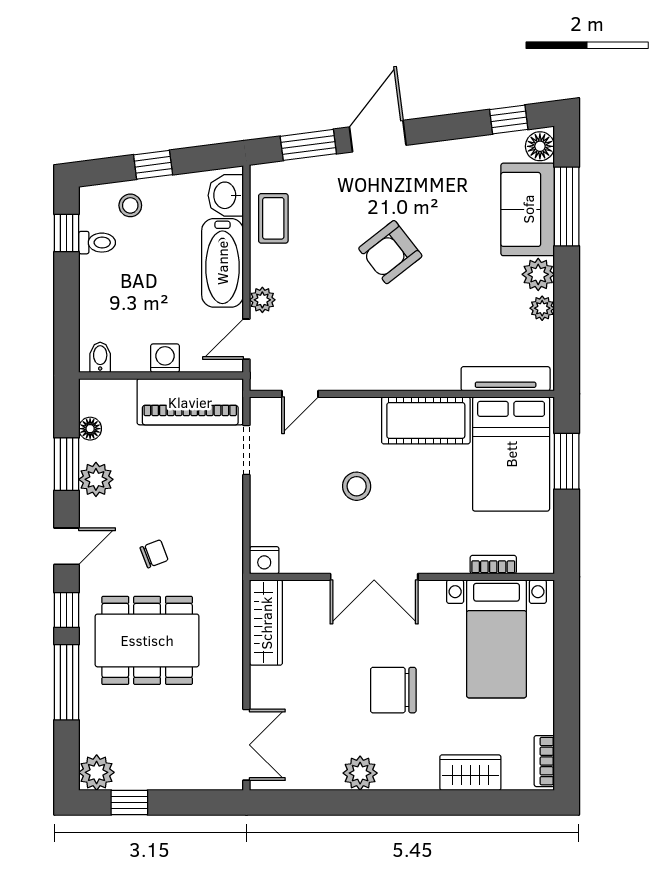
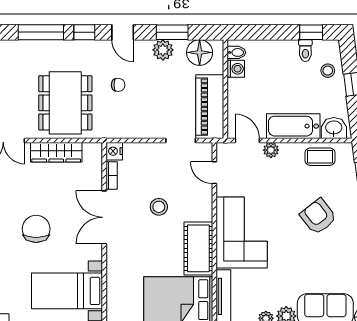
armchair: (390, 252) -> (318, 217), moved
corner sofa: (399, 349) -> (242, 232), added
washing machine: (165, 358) -> (236, 69), moved
floor lamp: (90, 429) -> (200, 52), width x1.89, depth x1.89
chair: (154, 554) -> (118, 85), turned -69
bookcase: (493, 565) -> (112, 175), moved
wardrobe: (266, 623) -> (56, 152), moved
dining table: (147, 640) -> (65, 103), moved

